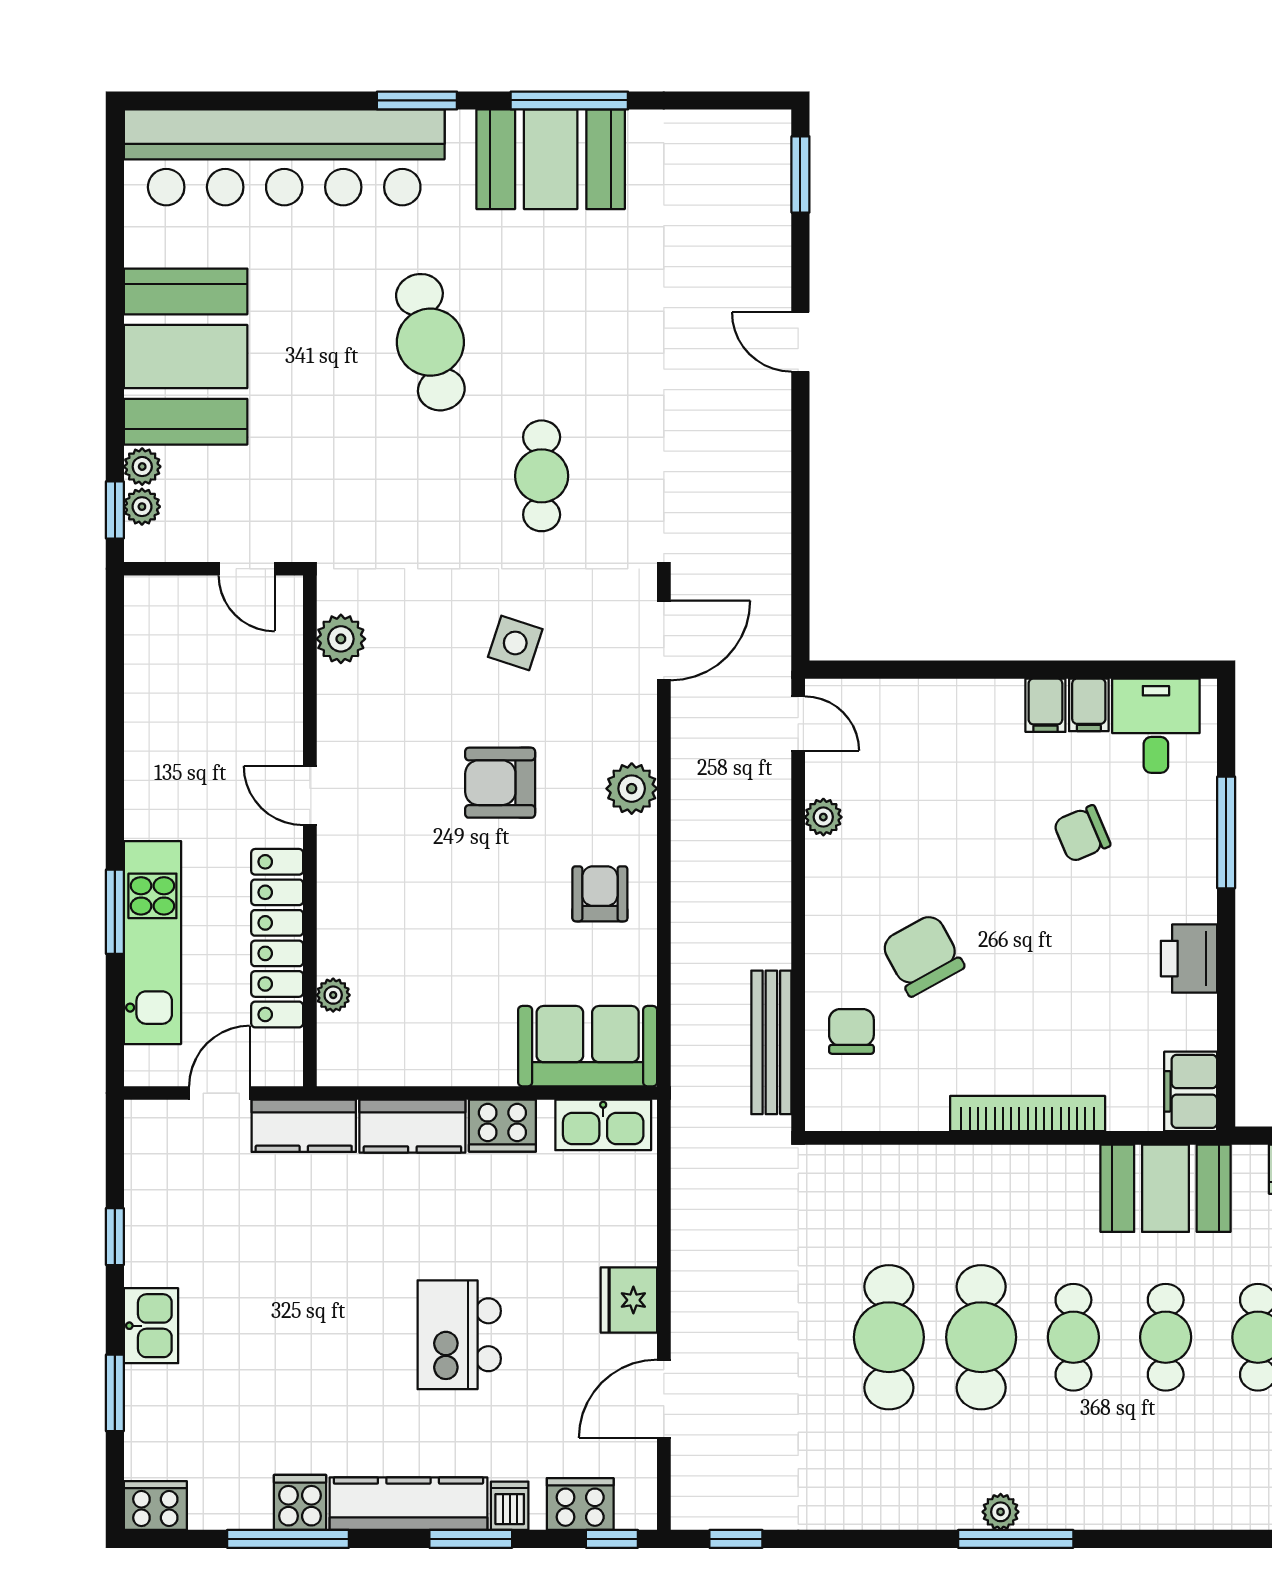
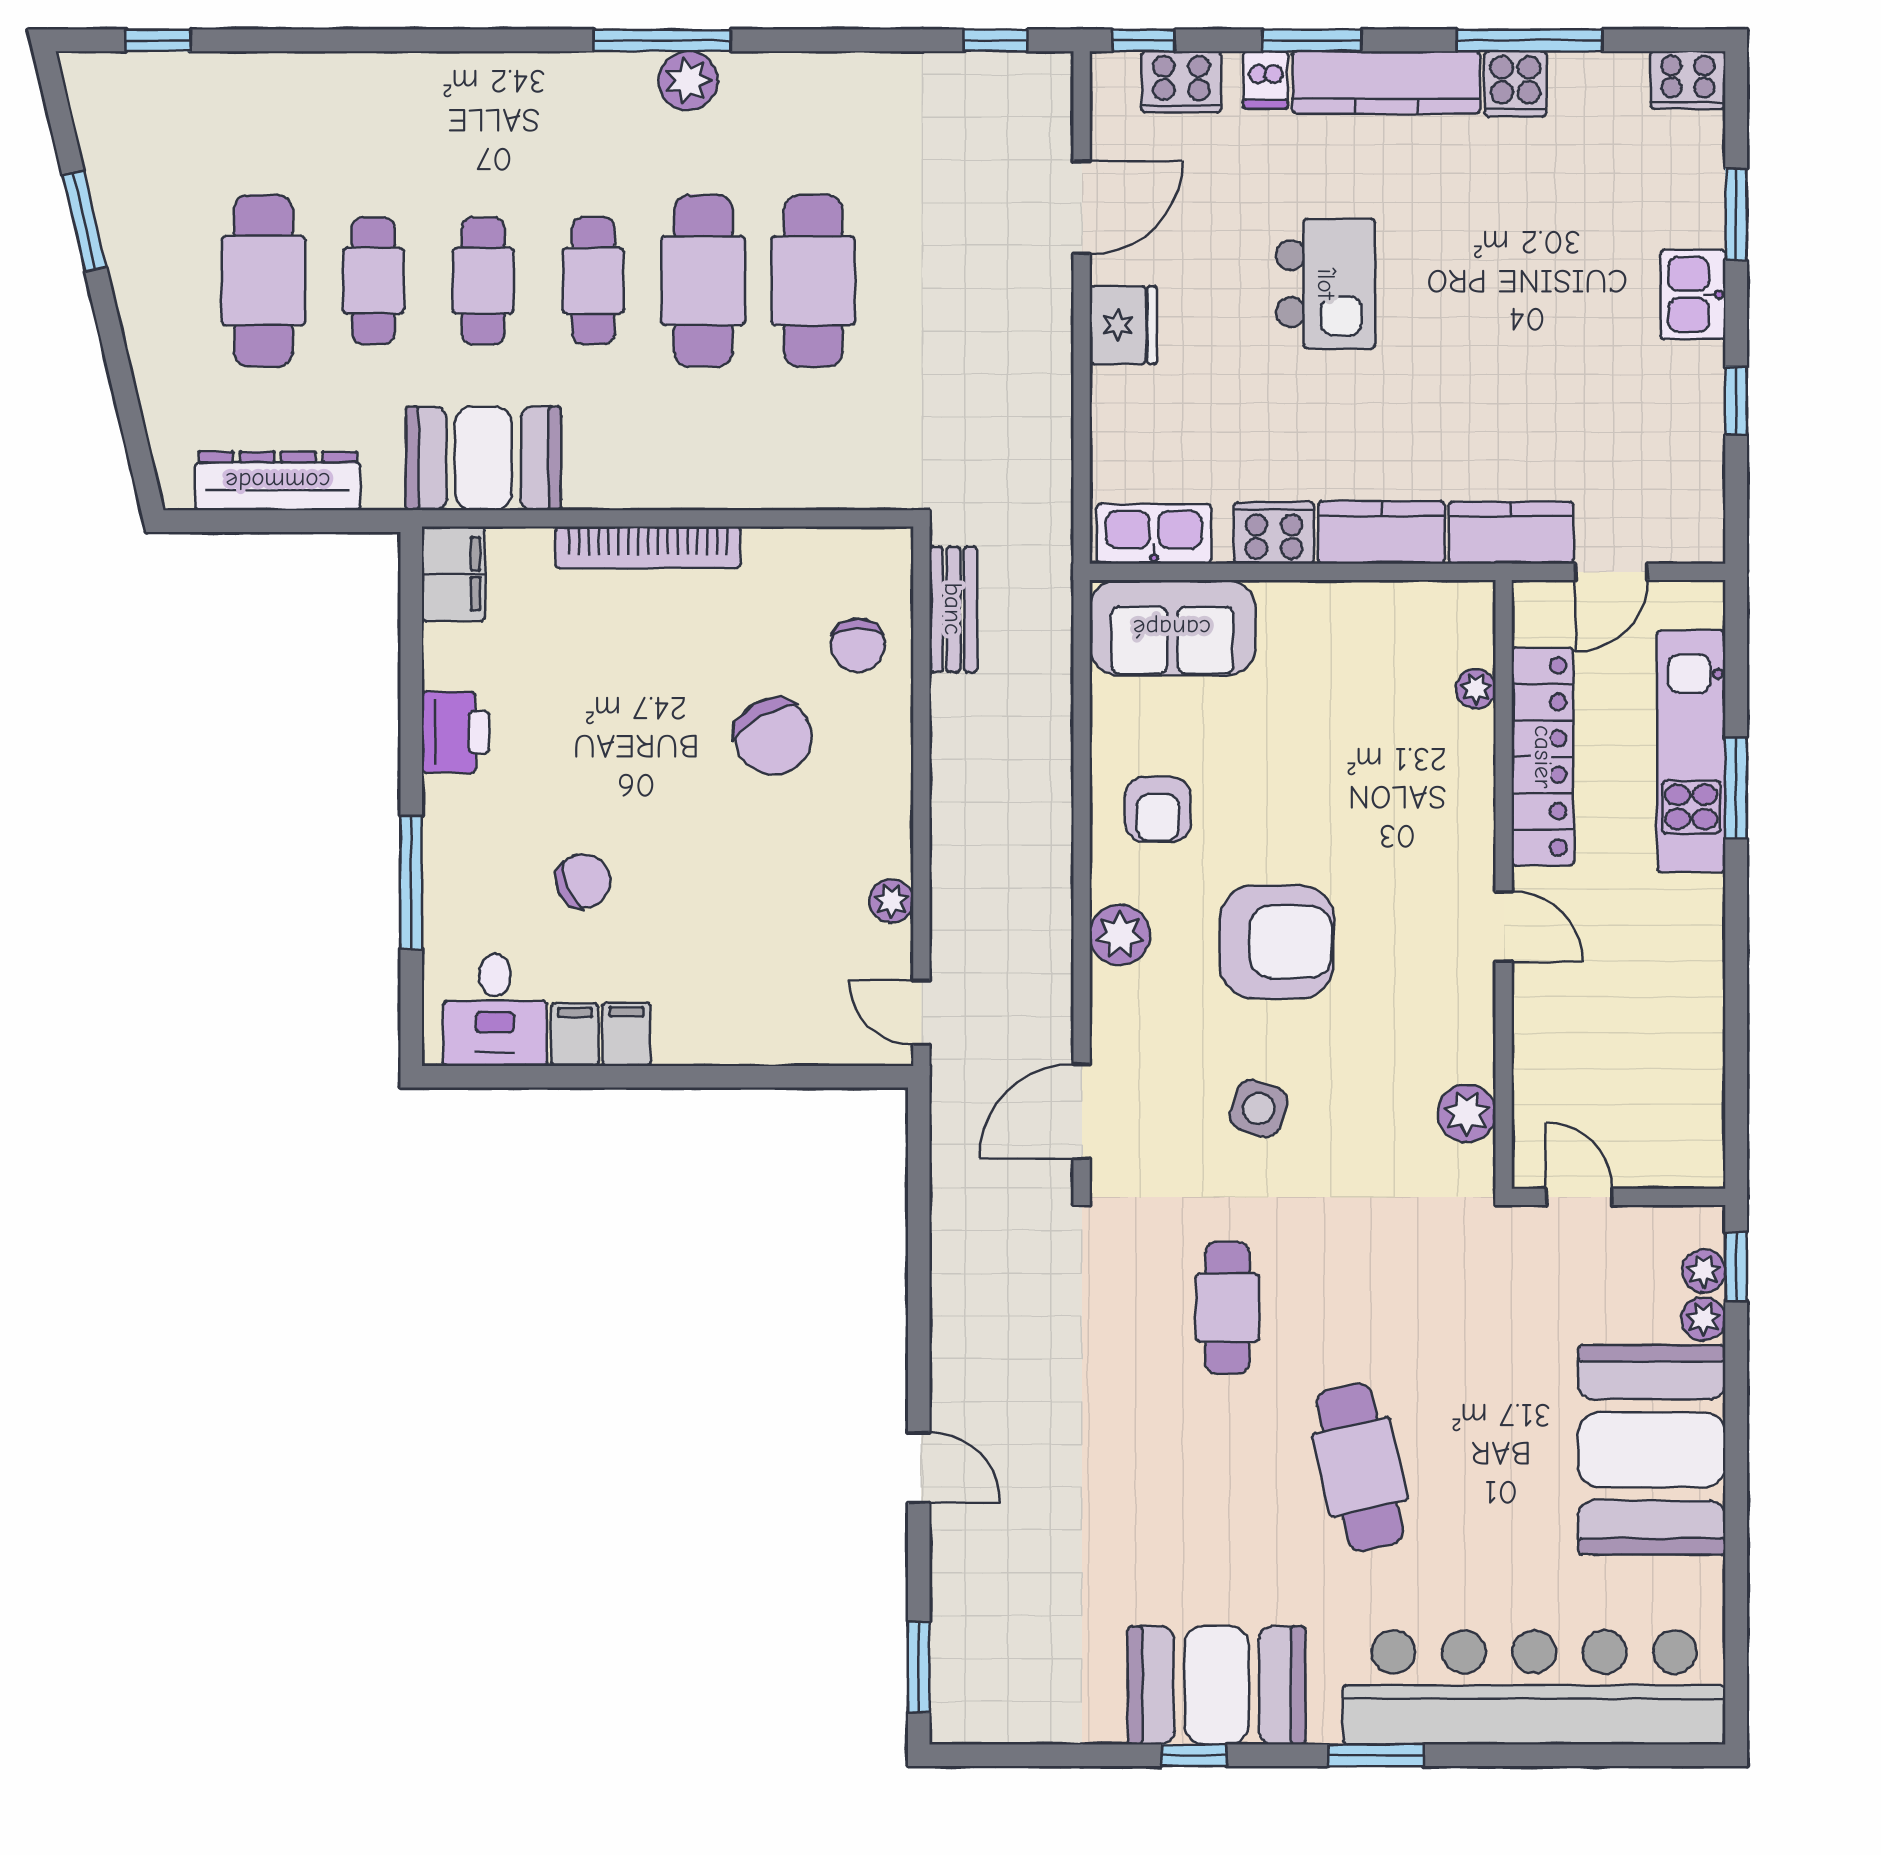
window: (569, 100) -> (1194, 1755), width x0.46
armchair: (500, 783) -> (1277, 942), width x1.36, depth x1.36
bench: (771, 1042) -> (953, 609), width x0.73
plant: (1001, 1512) -> (688, 81), width x1.38, depth x1.38

